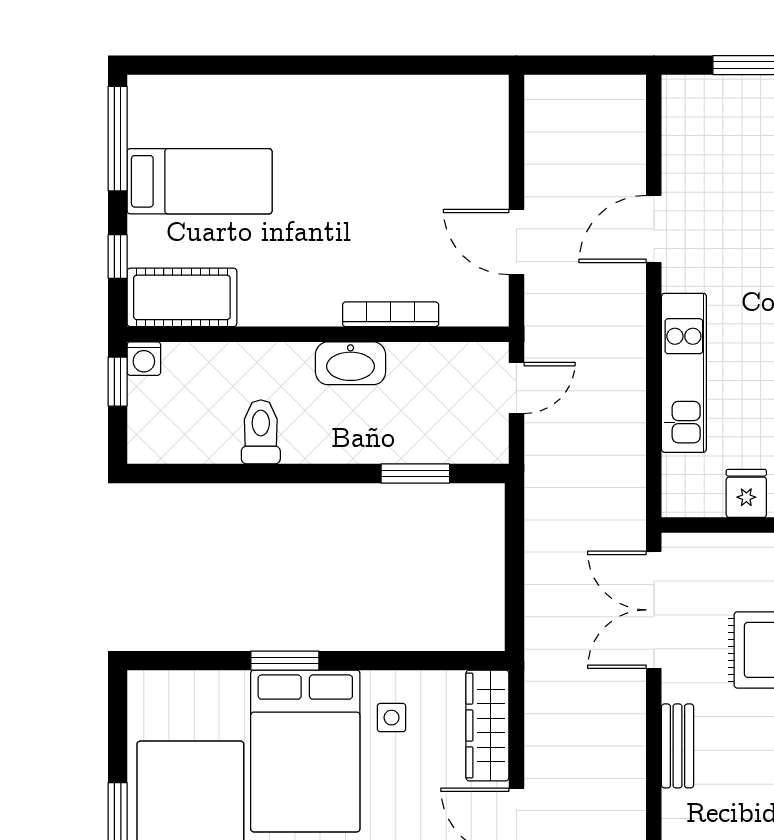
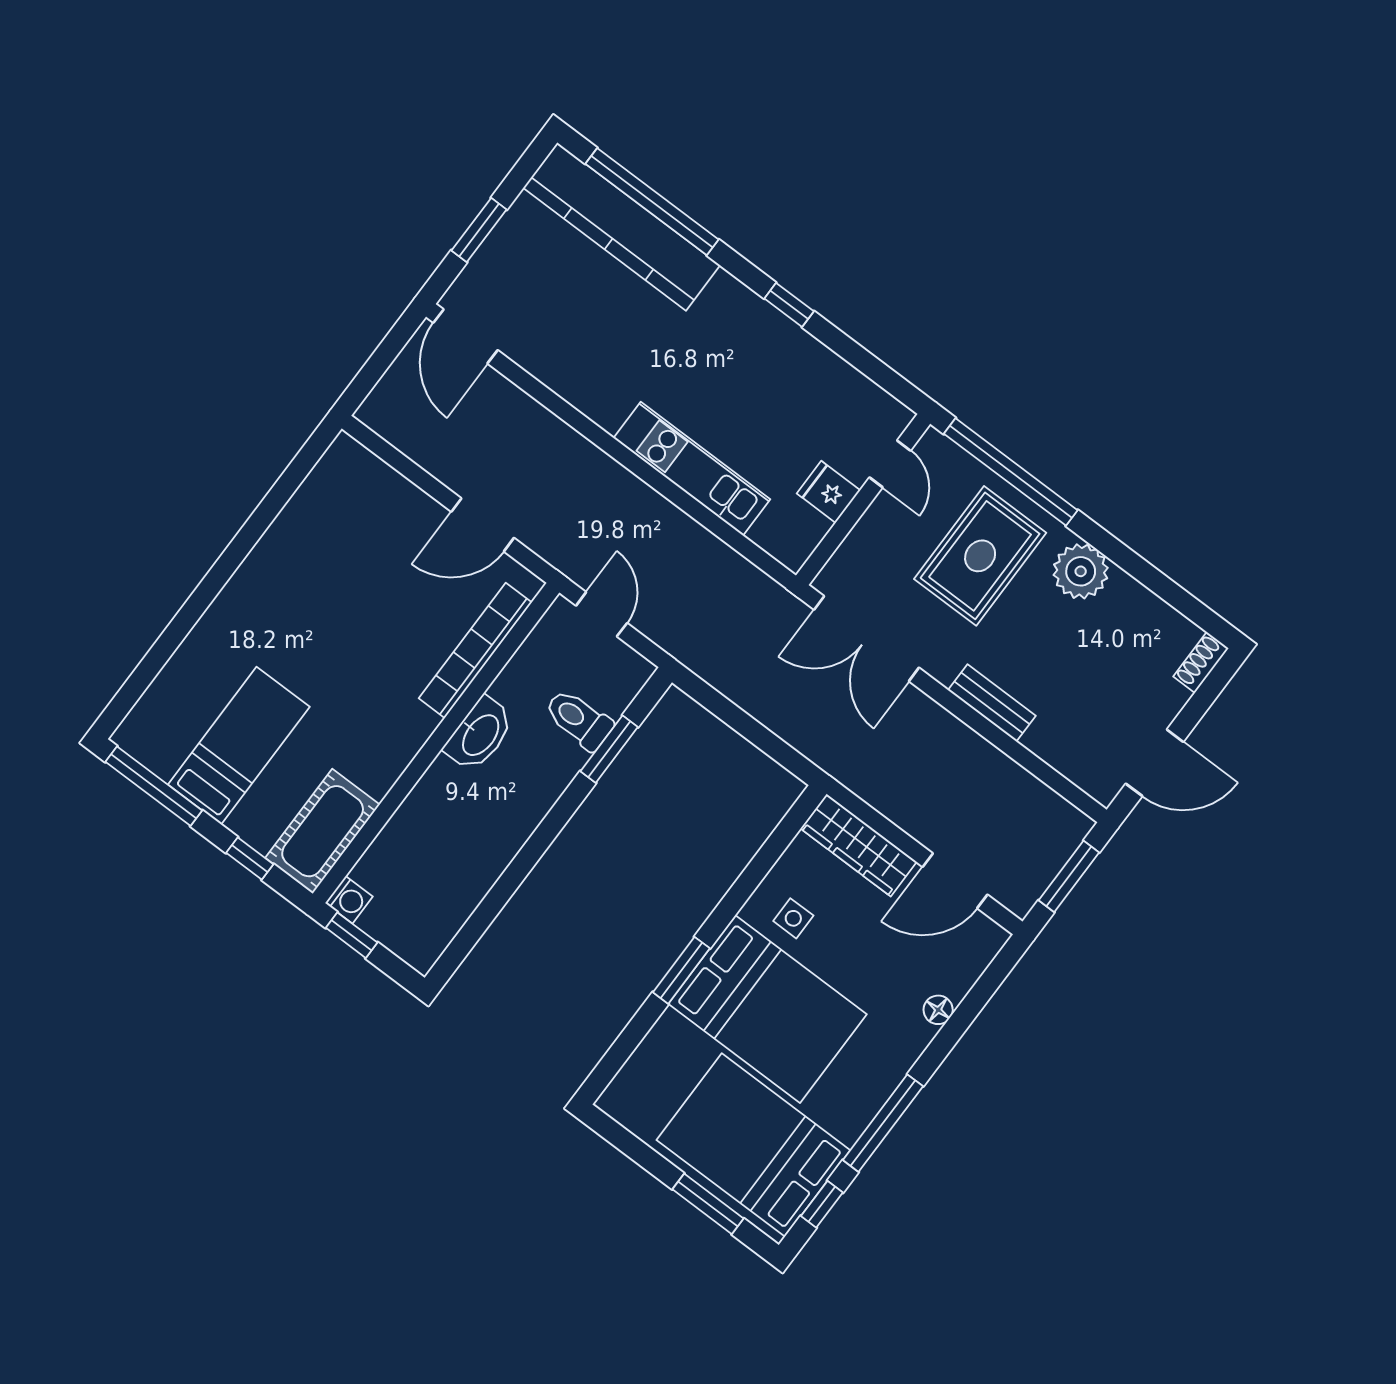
door: (654, 229) -> (465, 336), moved
bookcase: (391, 314) -> (475, 650), width x1.48, depth x1.31
toilet: (261, 432) -> (579, 719), moved

